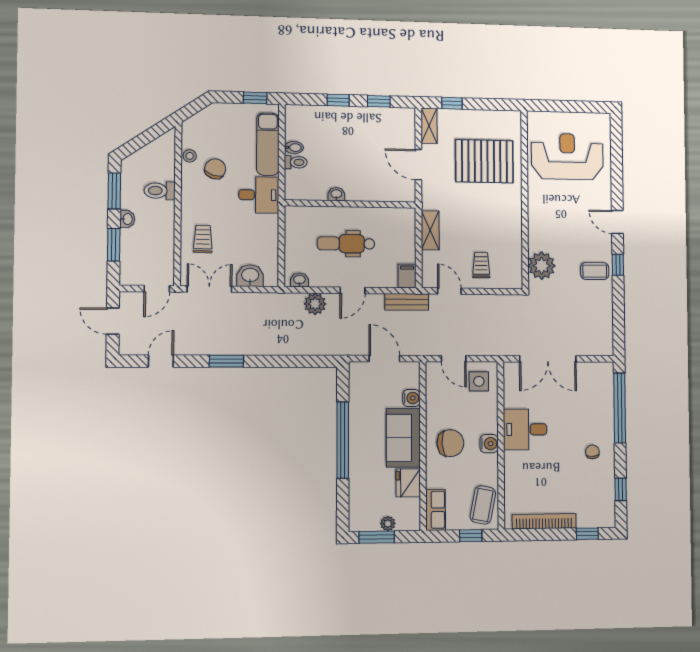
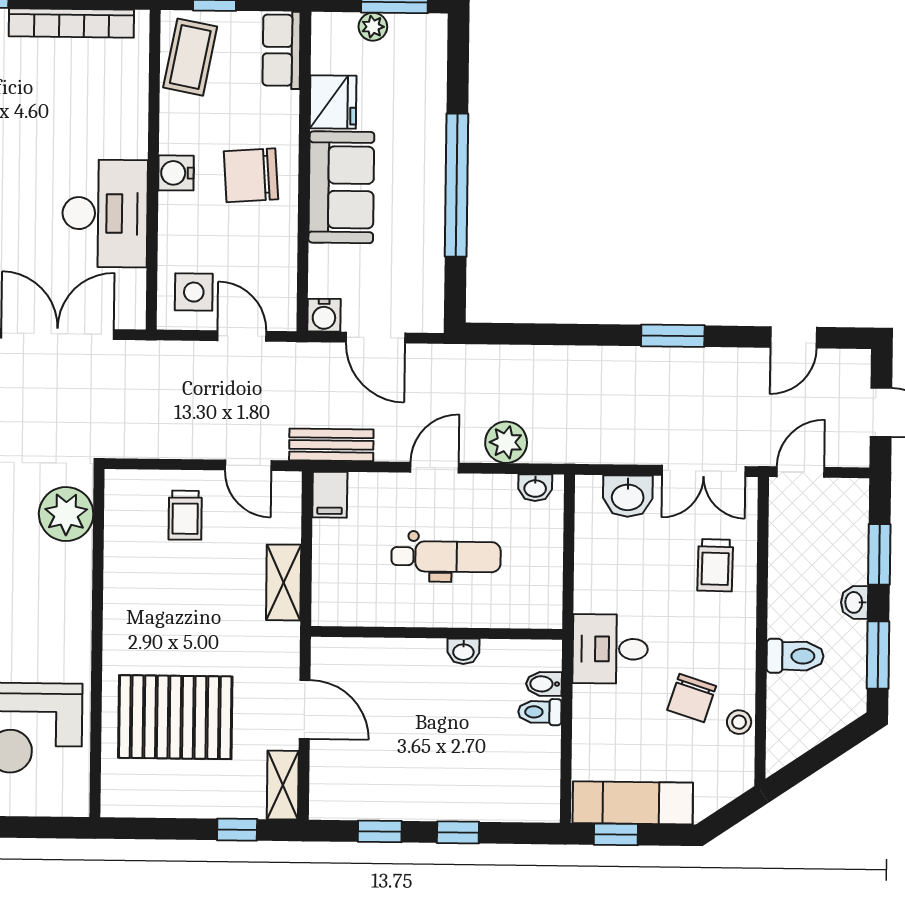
exam couch: (268, 144) -> (633, 803), moved, turned -90
bidet: (294, 148) -> (544, 684), moved
water cooler: (411, 398) -> (324, 315), moved, turned -90
desk: (525, 429) -> (105, 213), width x1.37

